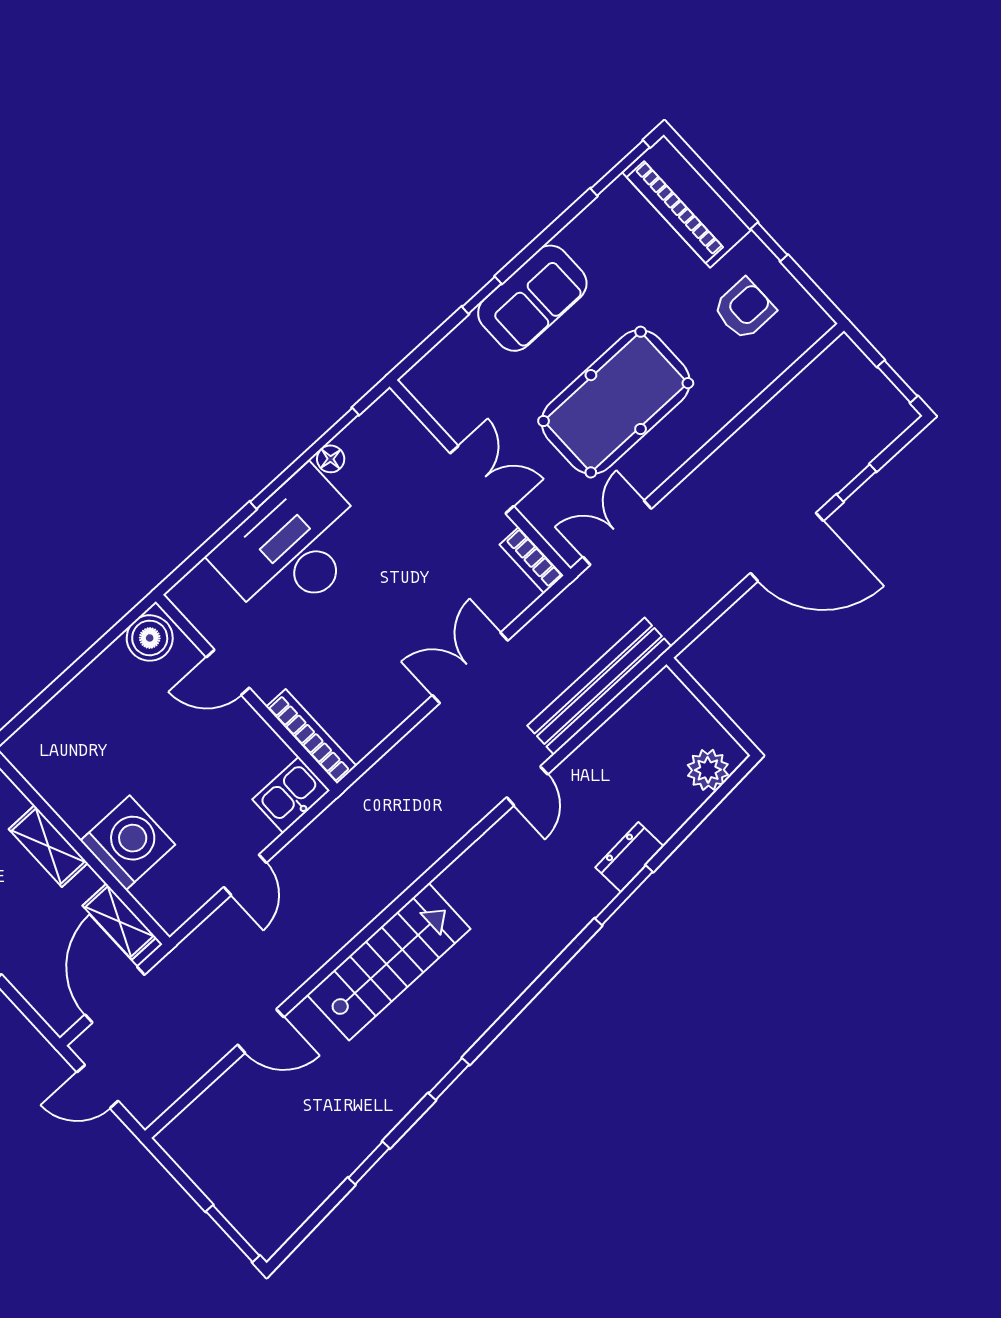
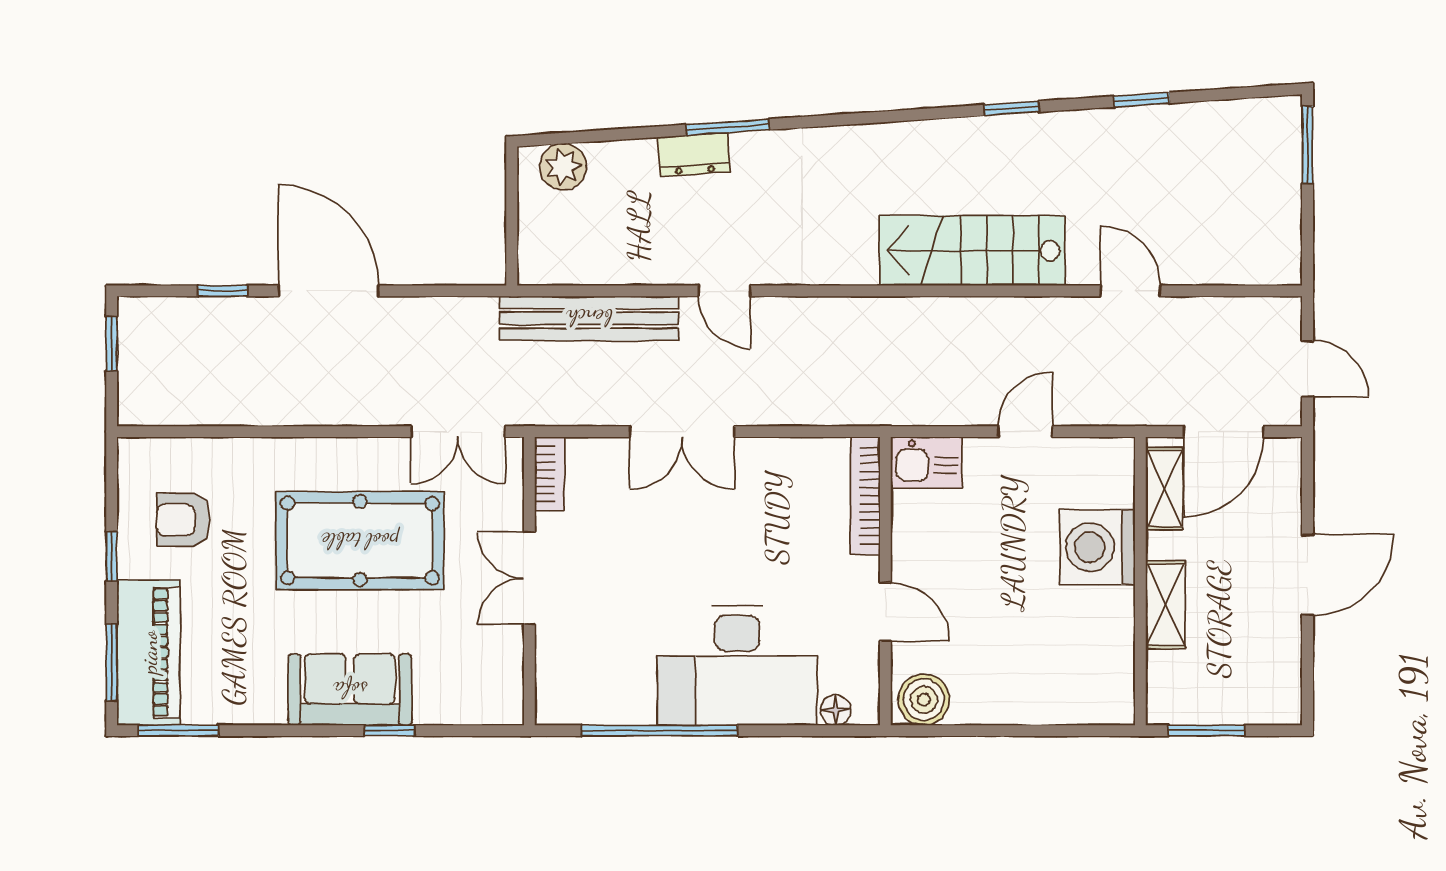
window: (705, 172) -> (112, 663), added
floor lamp: (331, 459) -> (836, 710), moved
door: (527, 786) -> (724, 291), swing flipped

